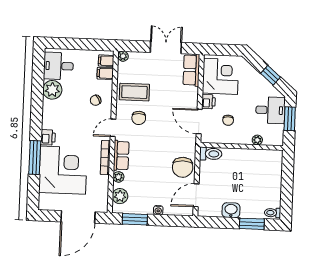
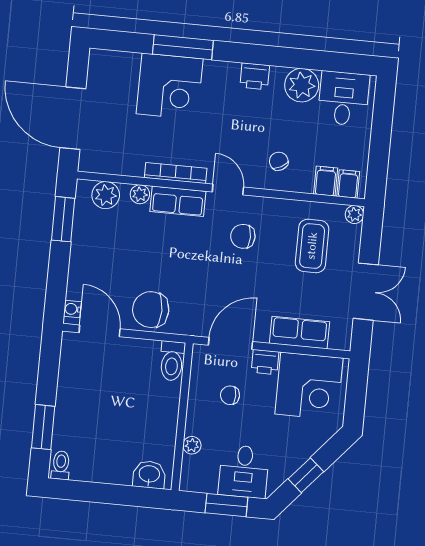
row of seats: (191, 70) -> (299, 333), moved
coffee table: (134, 92) -> (312, 246), moved
printer: (48, 137) -> (255, 76), moved
corner desk: (63, 170) -> (170, 86), width x0.74, depth x0.74
water cooler: (158, 210) -> (72, 309), moved
washbasin: (231, 210) -> (149, 475), moved, turned -90

